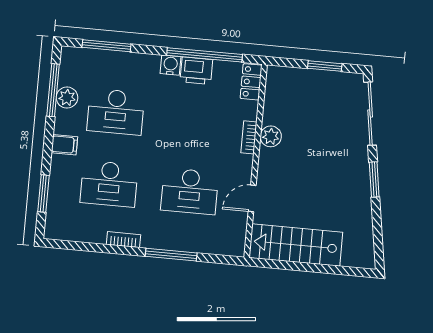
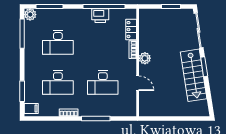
water cooler: (171, 65) -> (86, 14), removed
locker: (251, 82) -> (131, 30), moved
plant: (67, 98) -> (30, 15), moved
plant: (271, 136) -> (145, 58), moved
filing cabinet: (64, 145) -> (31, 108), moved
door: (252, 198) -> (138, 83), swing flipped
stairs: (296, 245) -> (194, 75), moved, turned -99

